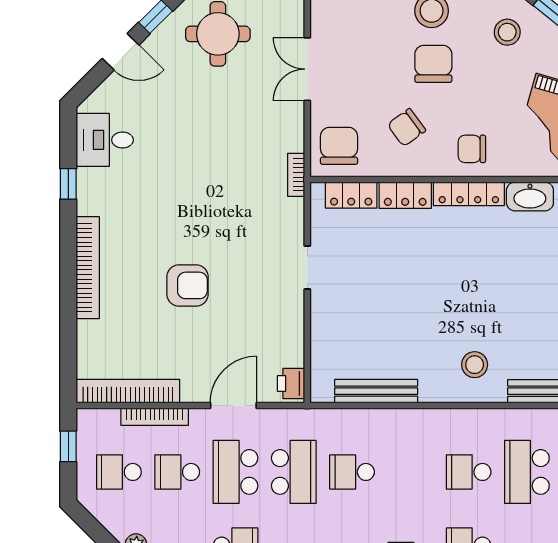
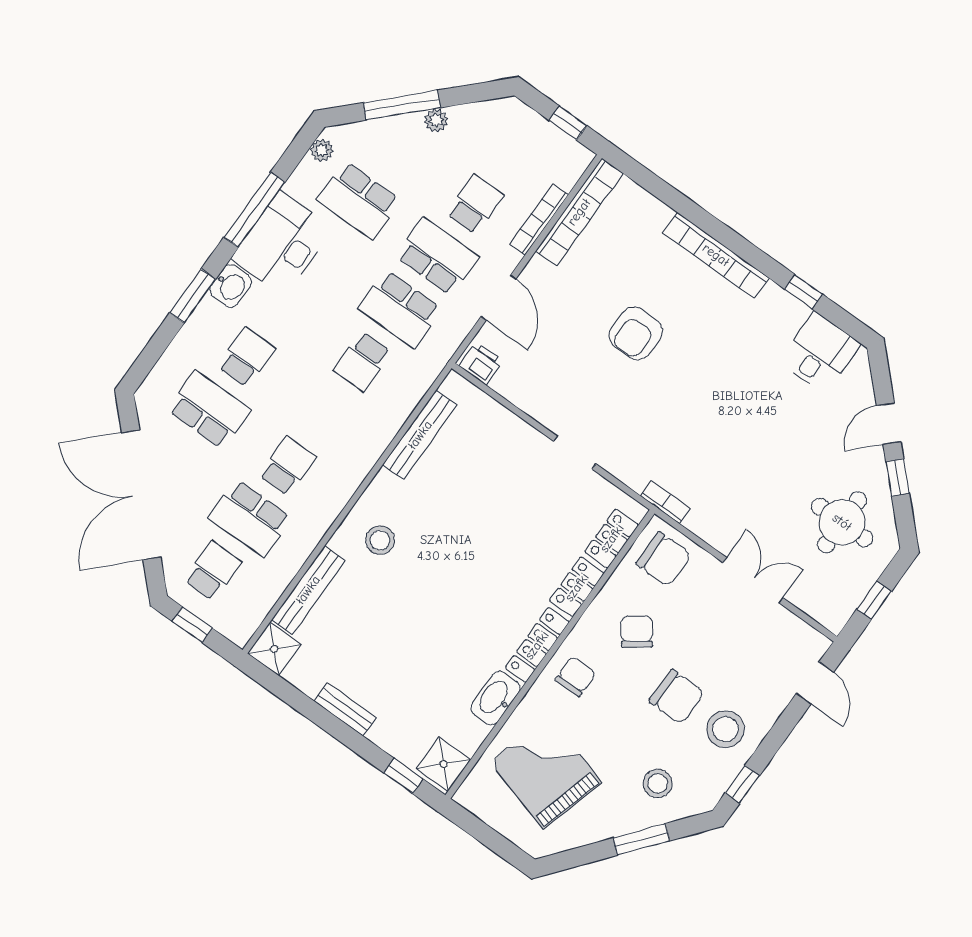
school desk: (119, 472) -> (512, 152), removed
school desk: (352, 472) -> (362, 361), turned 180
school desk: (527, 472) -> (250, 518), turned 180

